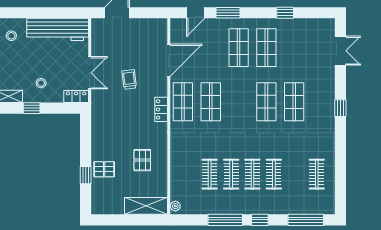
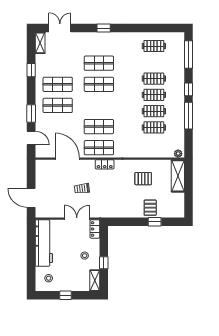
shelving: (321, 25) -> (40, 43), added

